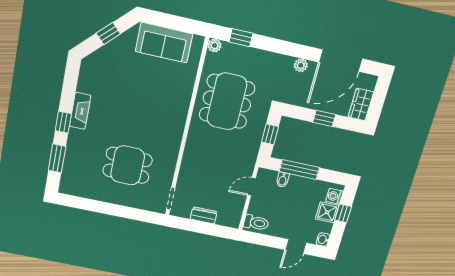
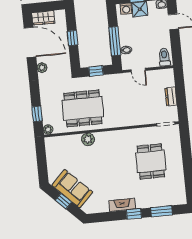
sofa: (164, 43) -> (72, 189), moved, turned -45
plant: (183, 95) -> (88, 139), added
wardrobe: (361, 104) -> (43, 18), moved

